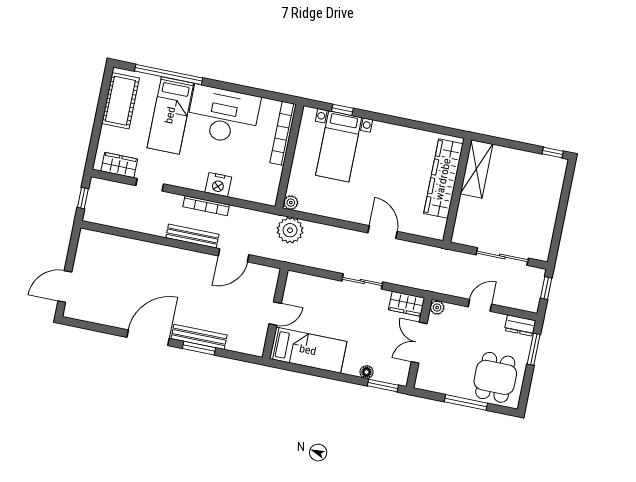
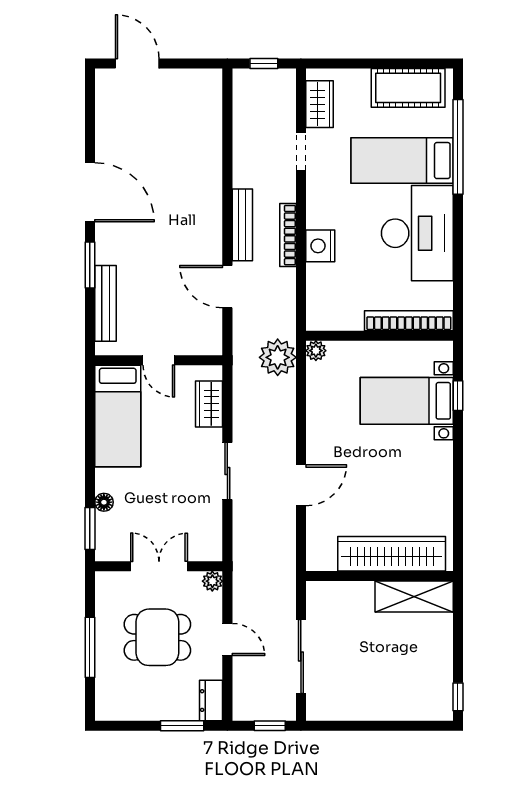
wardrobe: (407, 304) -> (209, 404), moved
bench: (199, 337) -> (106, 303), moved
dining table: (495, 377) -> (157, 637), moved

